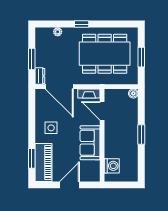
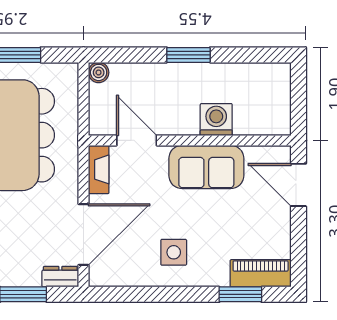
door: (102, 111) -> (137, 140), swing flipped
piano: (43, 162) -> (261, 273), width x0.73, depth x0.75
washing machine: (112, 166) -> (216, 120), moved
door: (70, 185) -> (298, 185), moved

